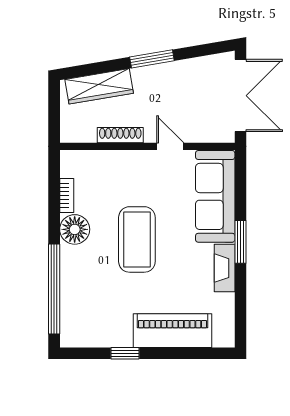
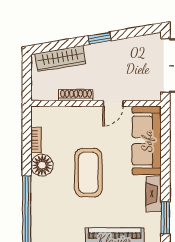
window: (152, 59) -> (100, 38), width x0.67
door: (170, 146) -> (113, 103), swing flipped
window: (240, 242) -> (165, 218), moved

